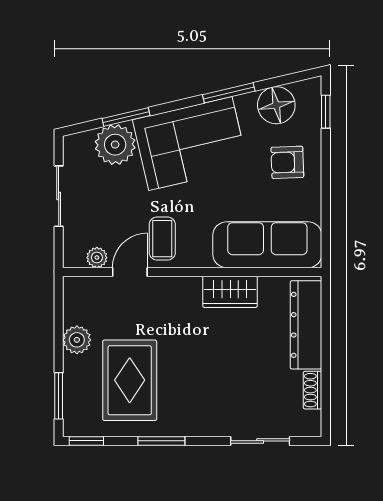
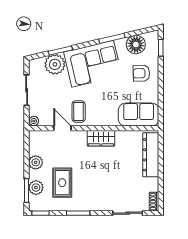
sofa: (267, 245) -> (139, 115), width x0.73
plant: (97, 258) -> (34, 121), moved
door: (130, 272) -> (62, 128), hinge flipped
wardrobe: (230, 292) -> (101, 138), moved
rug: (130, 380) -> (62, 183), width x0.73, depth x0.70
plant: (77, 390) -> (36, 188), added
shoe rack: (313, 390) -> (154, 202), moved

